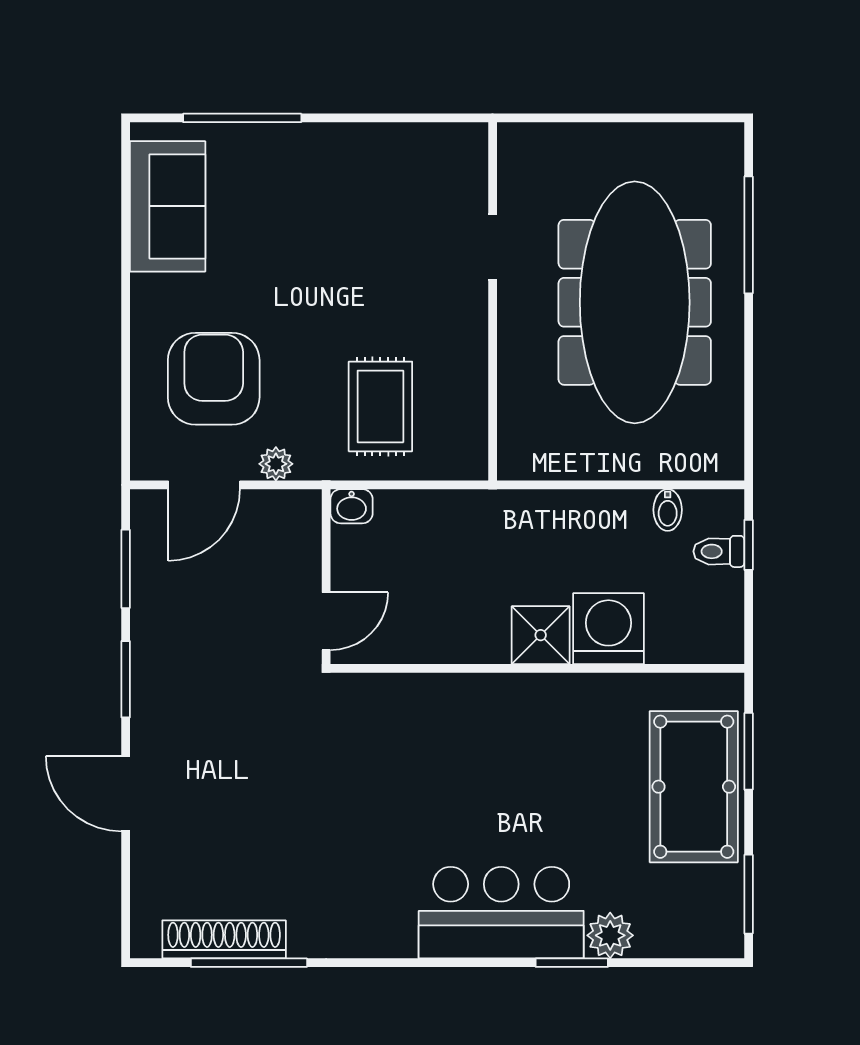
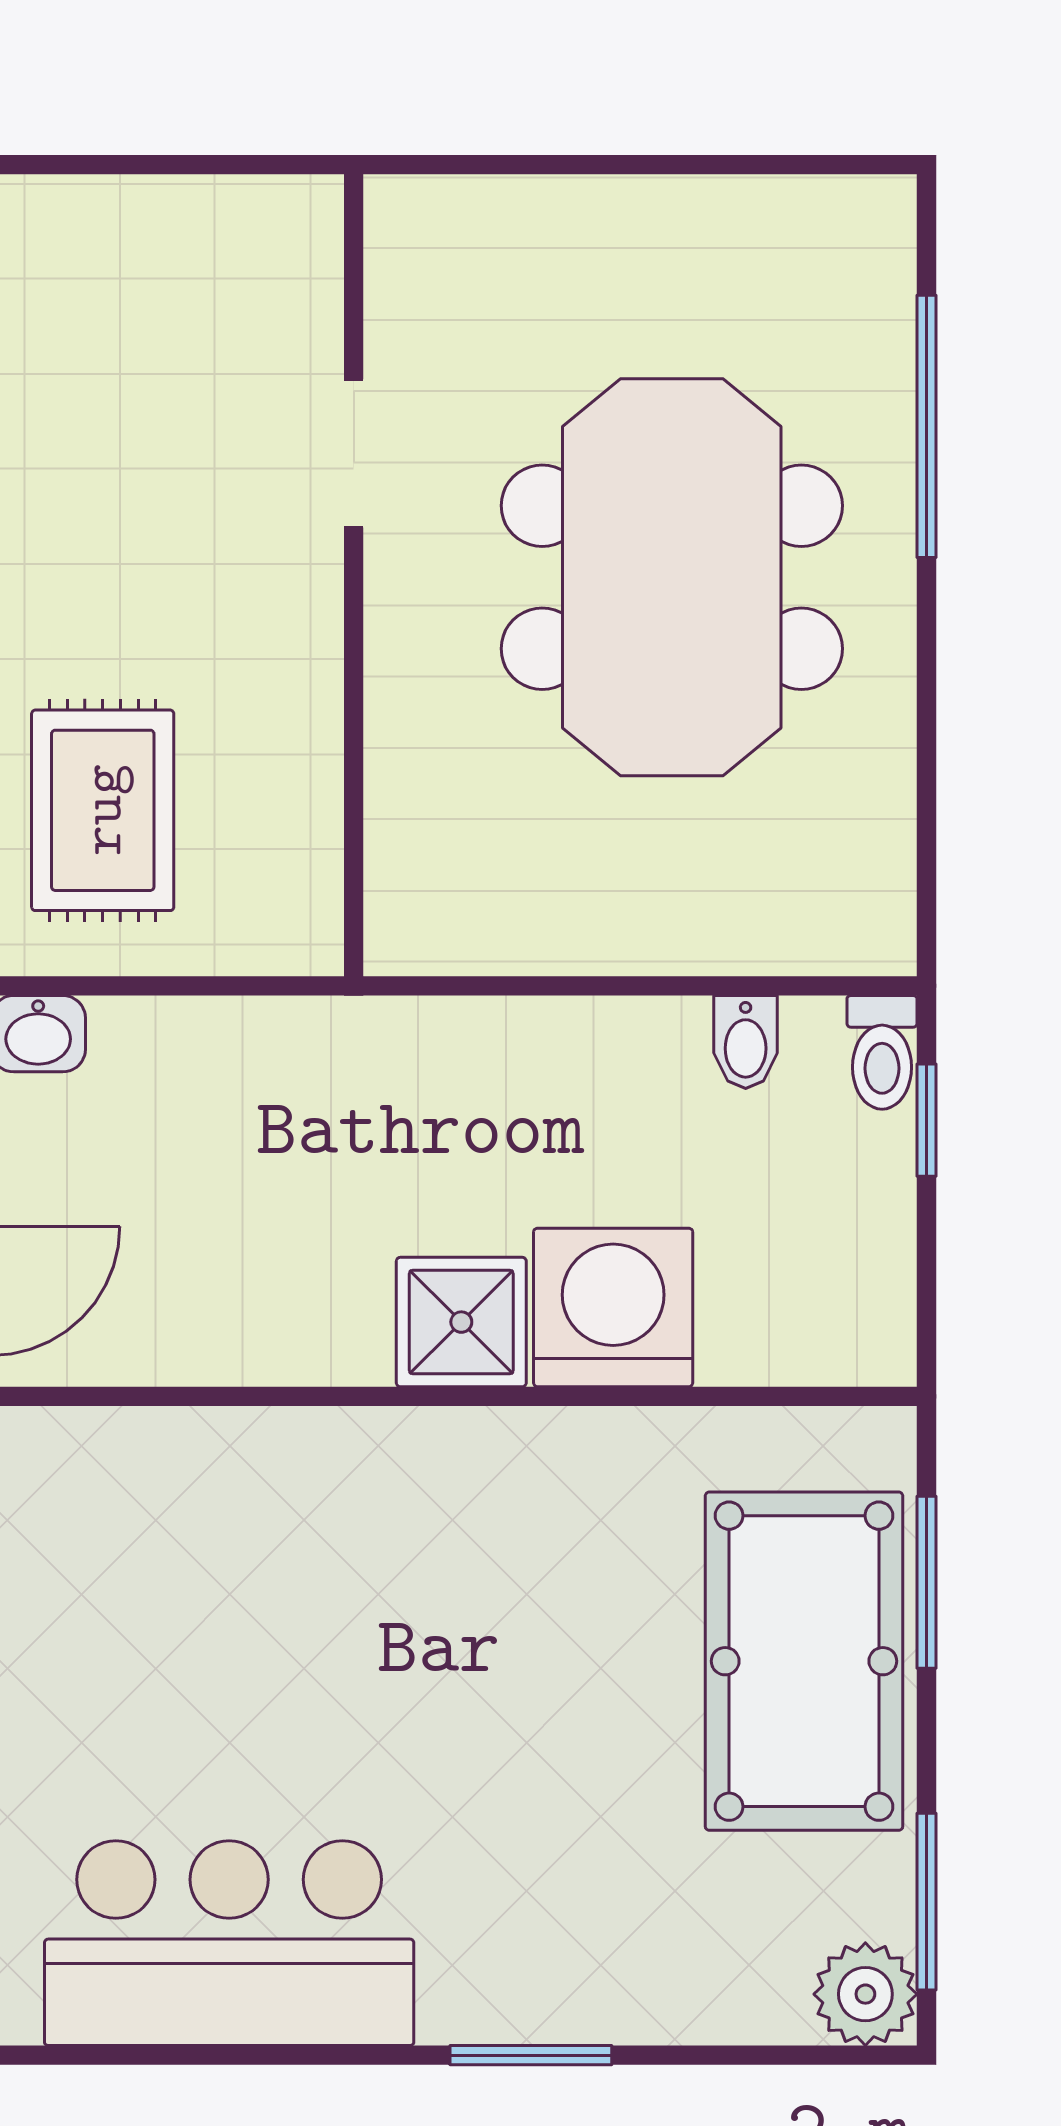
meeting table: (635, 302) -> (672, 577), width x0.73
toilet: (719, 551) -> (882, 1052), moved, turned -90
bar counter: (501, 913) -> (229, 1943), moved
plant: (610, 935) -> (865, 1994), moved

